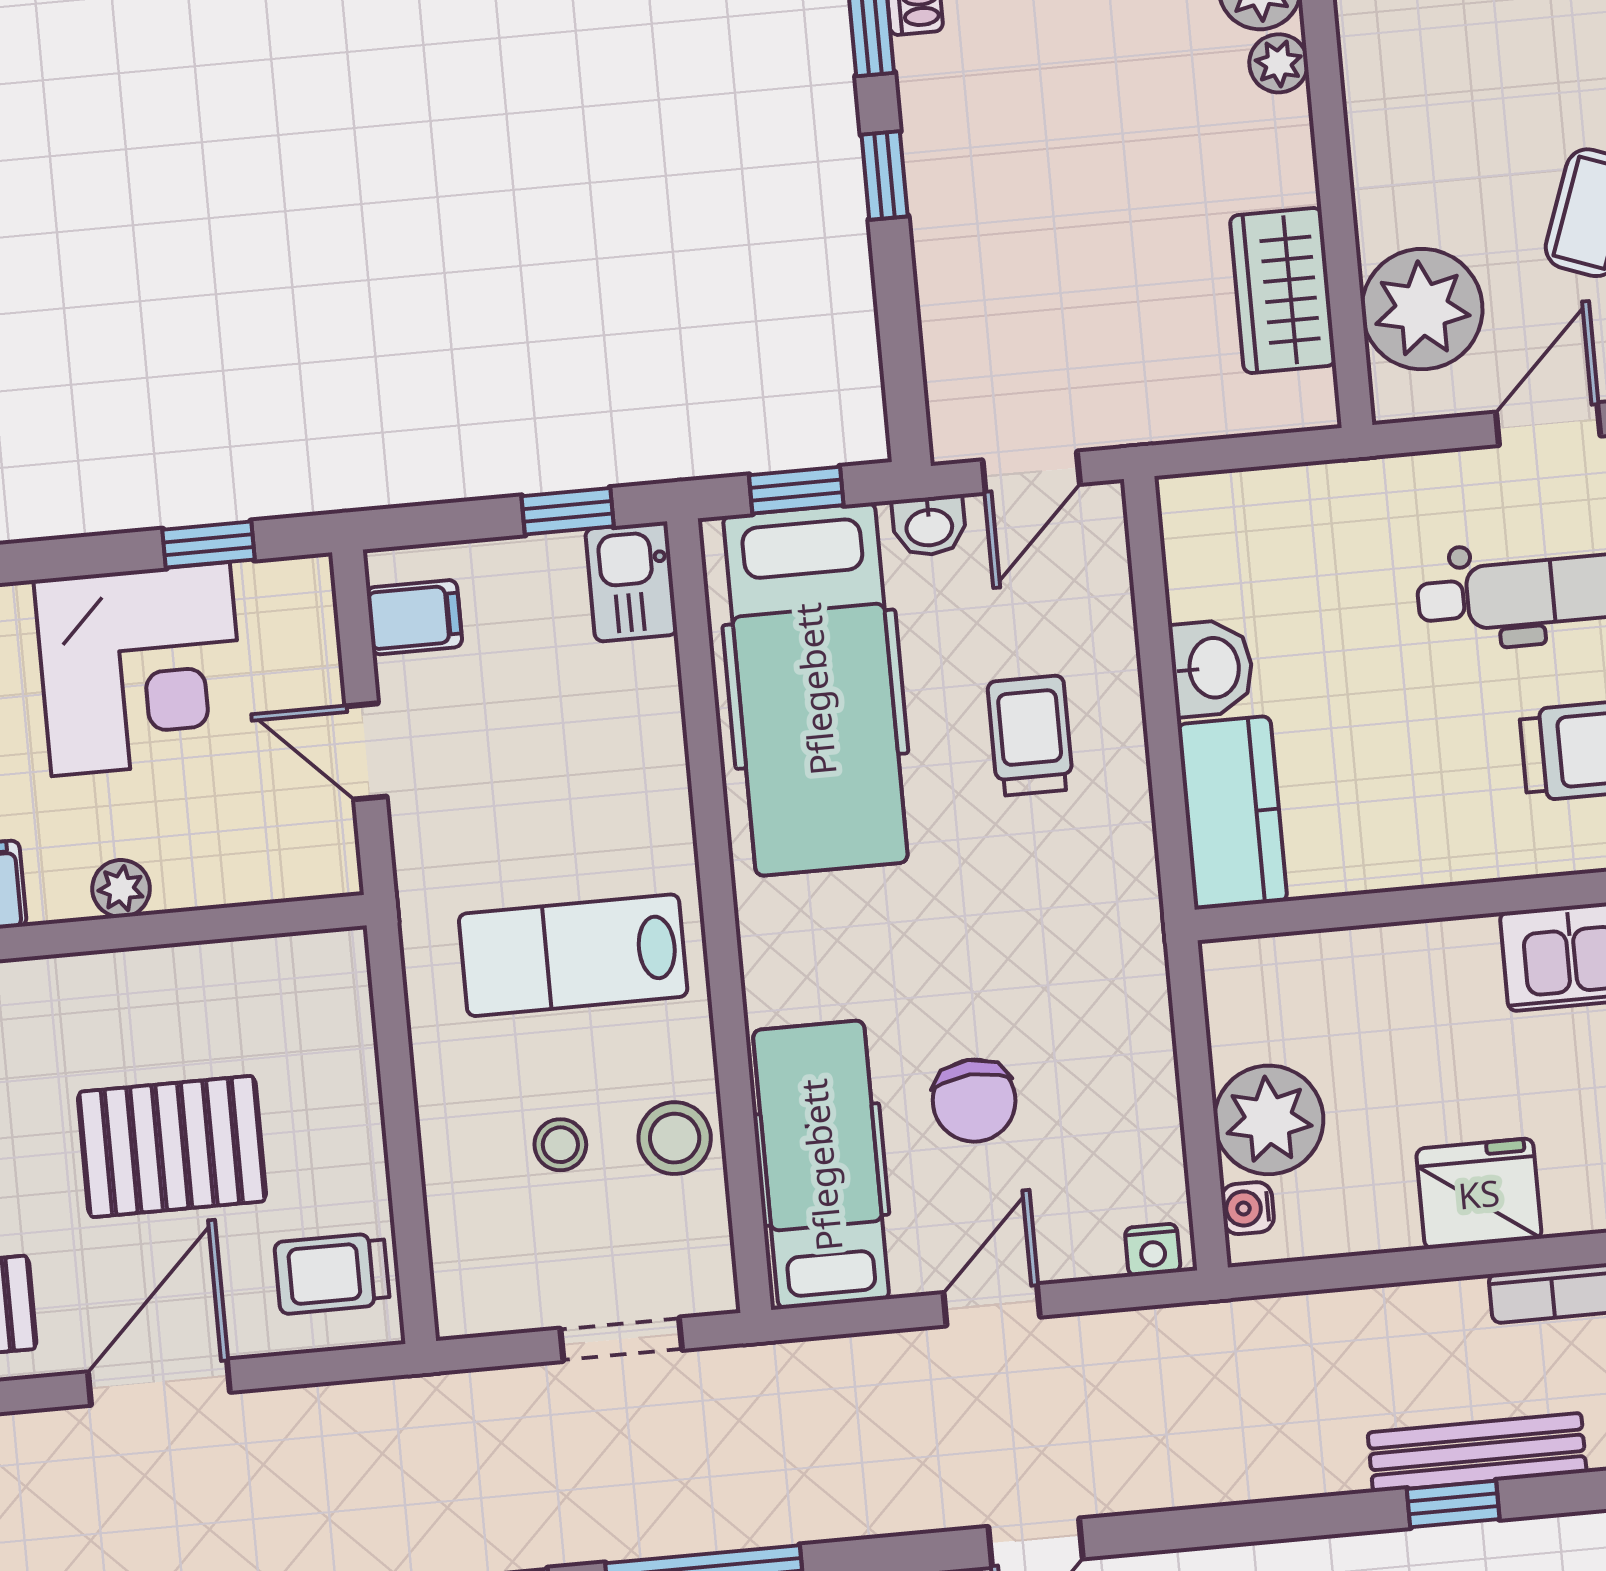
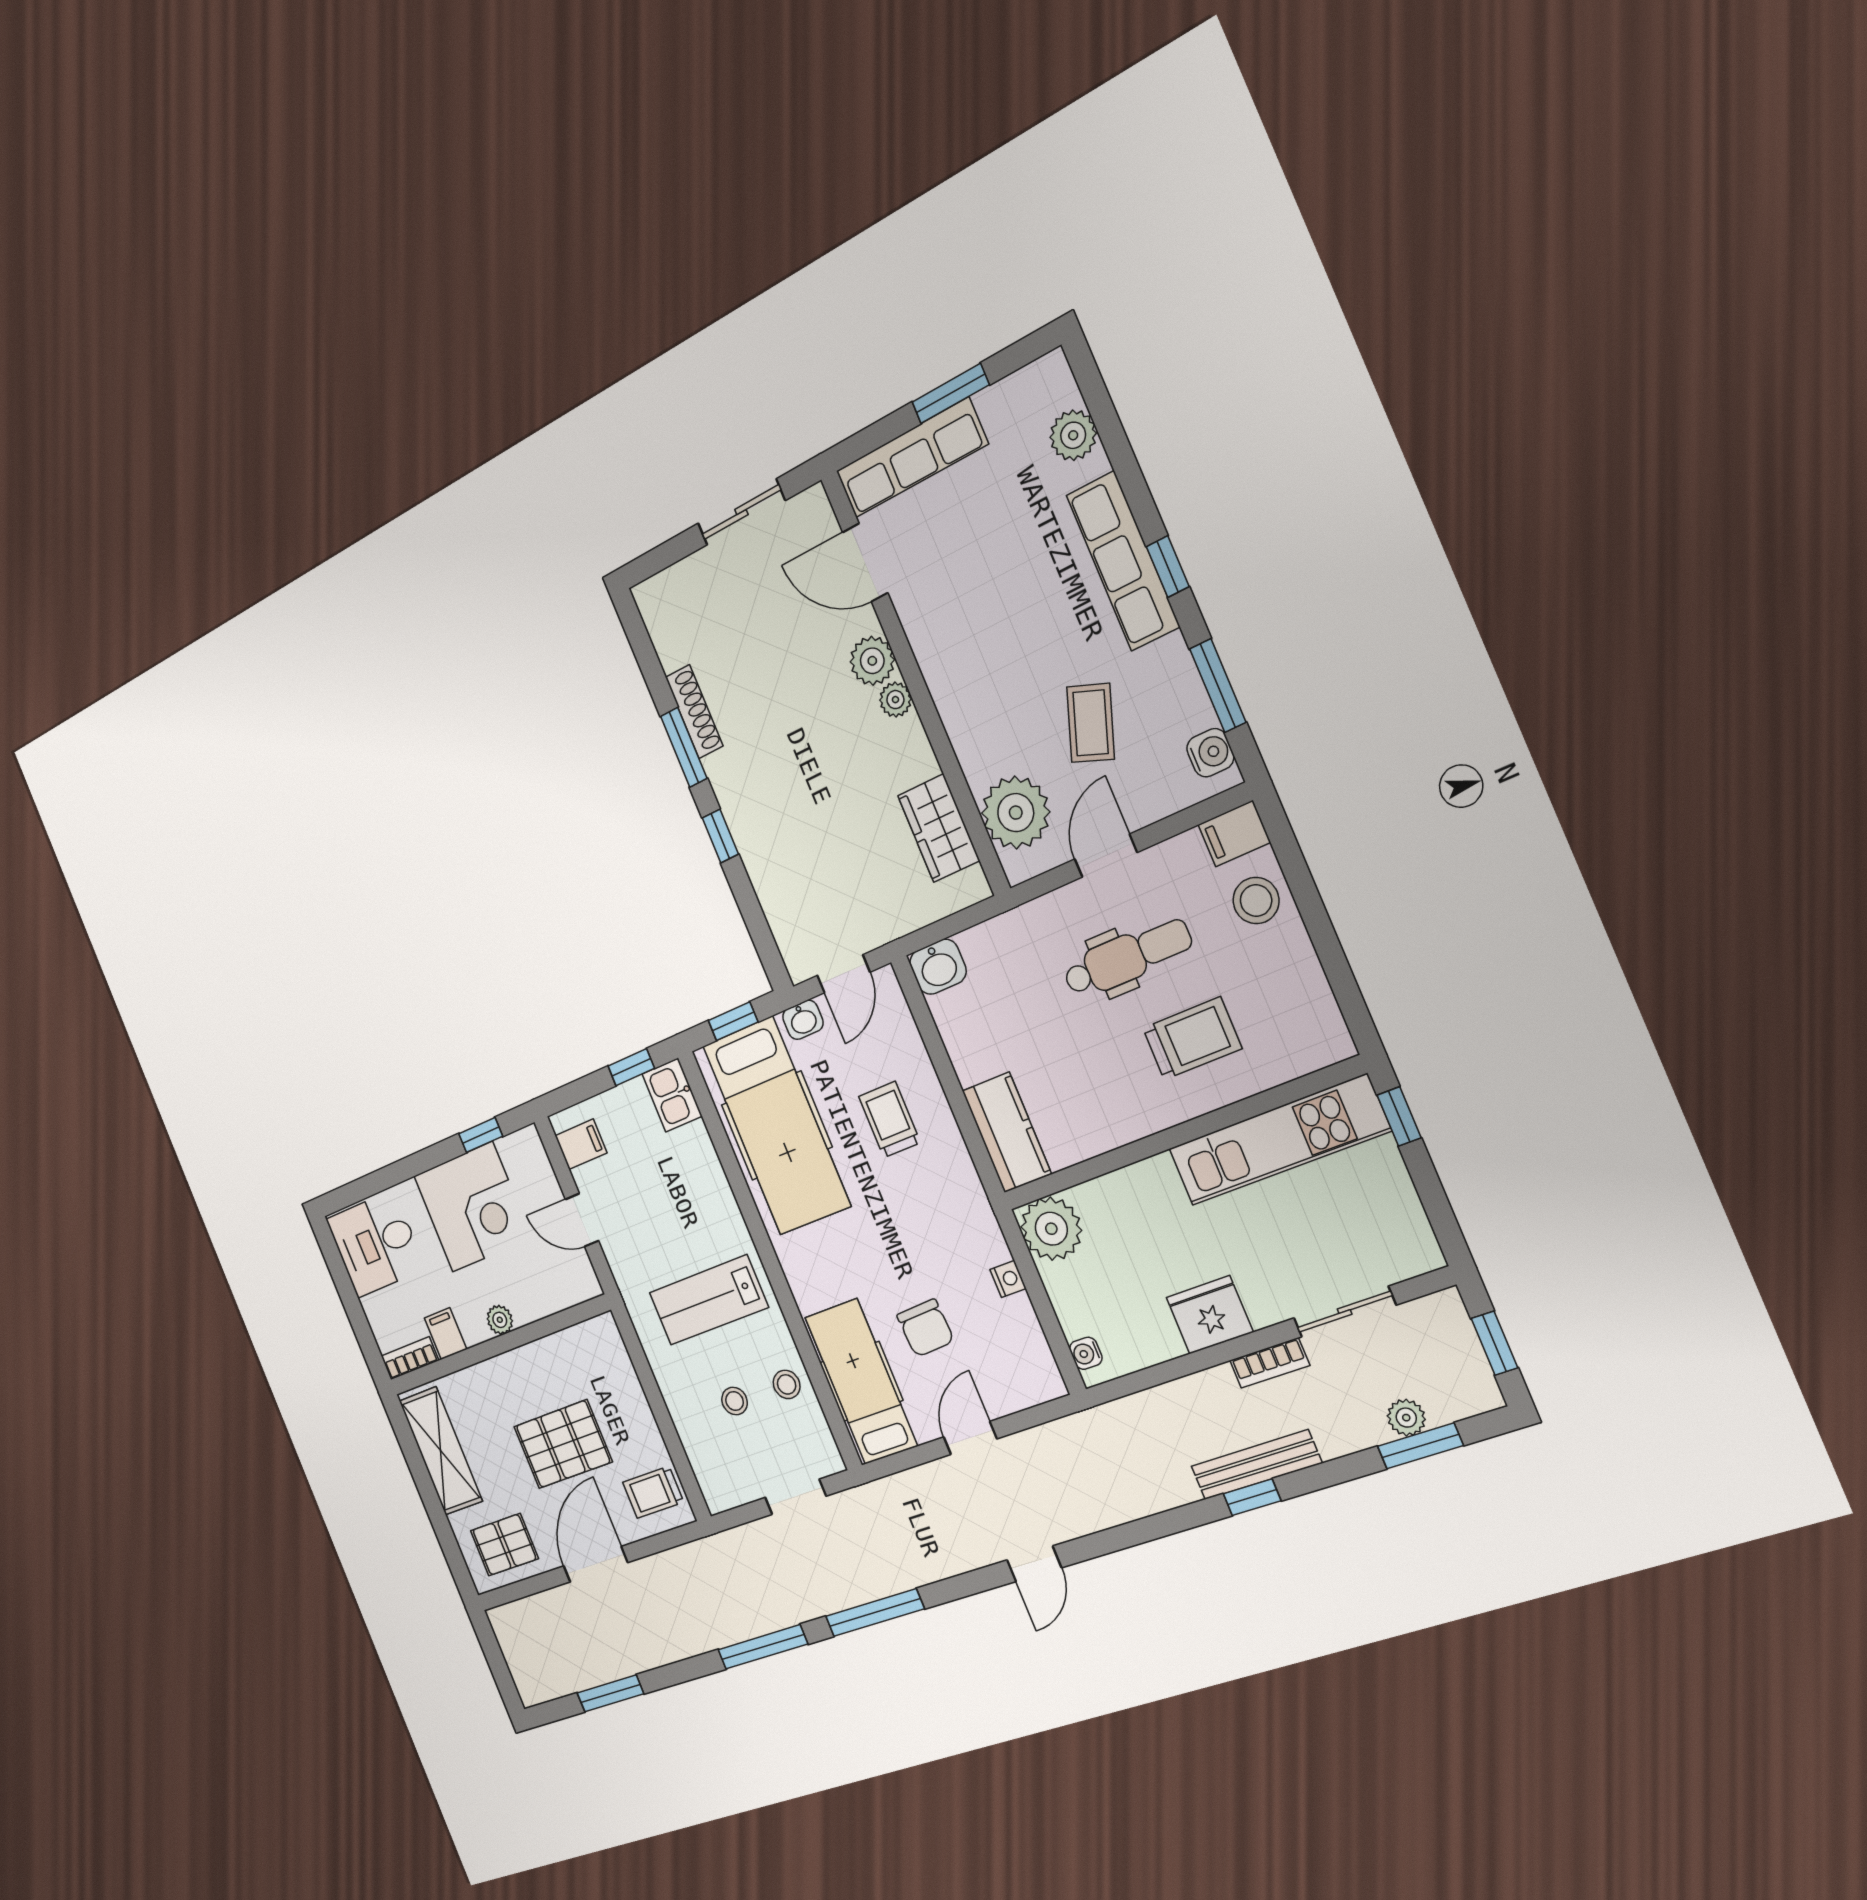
washbasin: (1212, 668) -> (938, 967), moved, turned 90
plant: (1269, 1120) -> (1051, 1229), moved
stool: (675, 1138) -> (787, 1384), width x0.73, depth x0.73
nightstand: (1153, 1250) -> (1008, 1279), moved, turned -90

